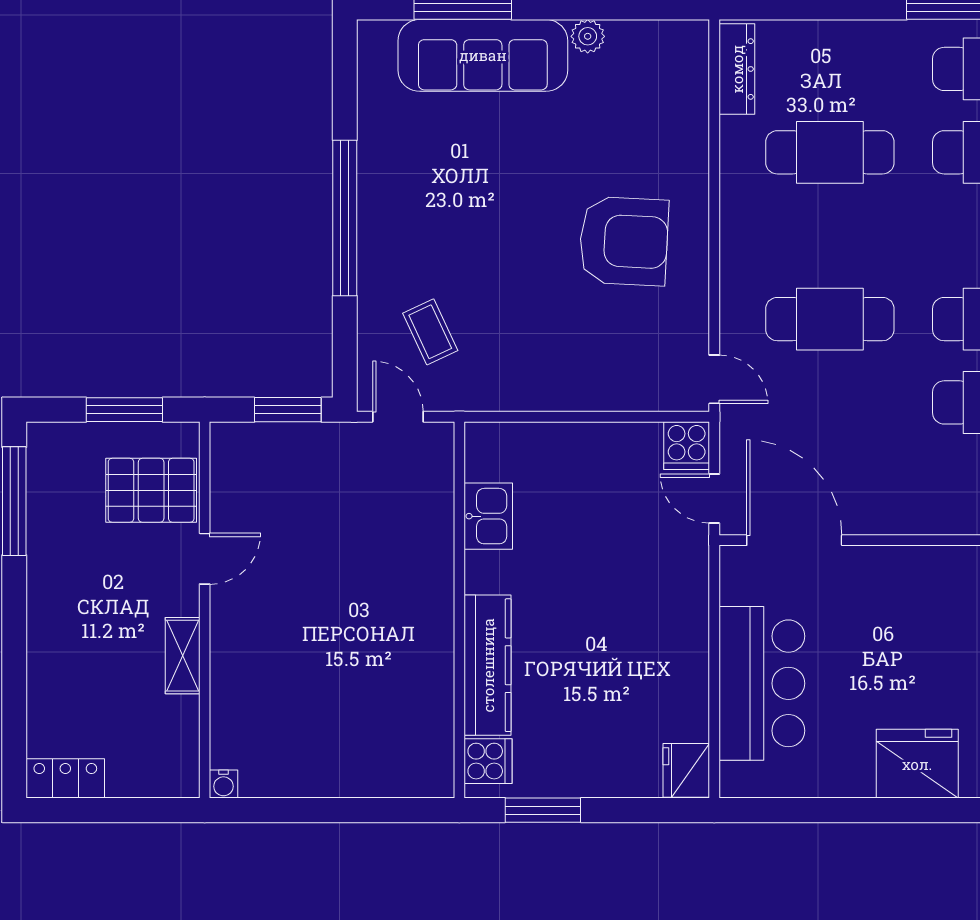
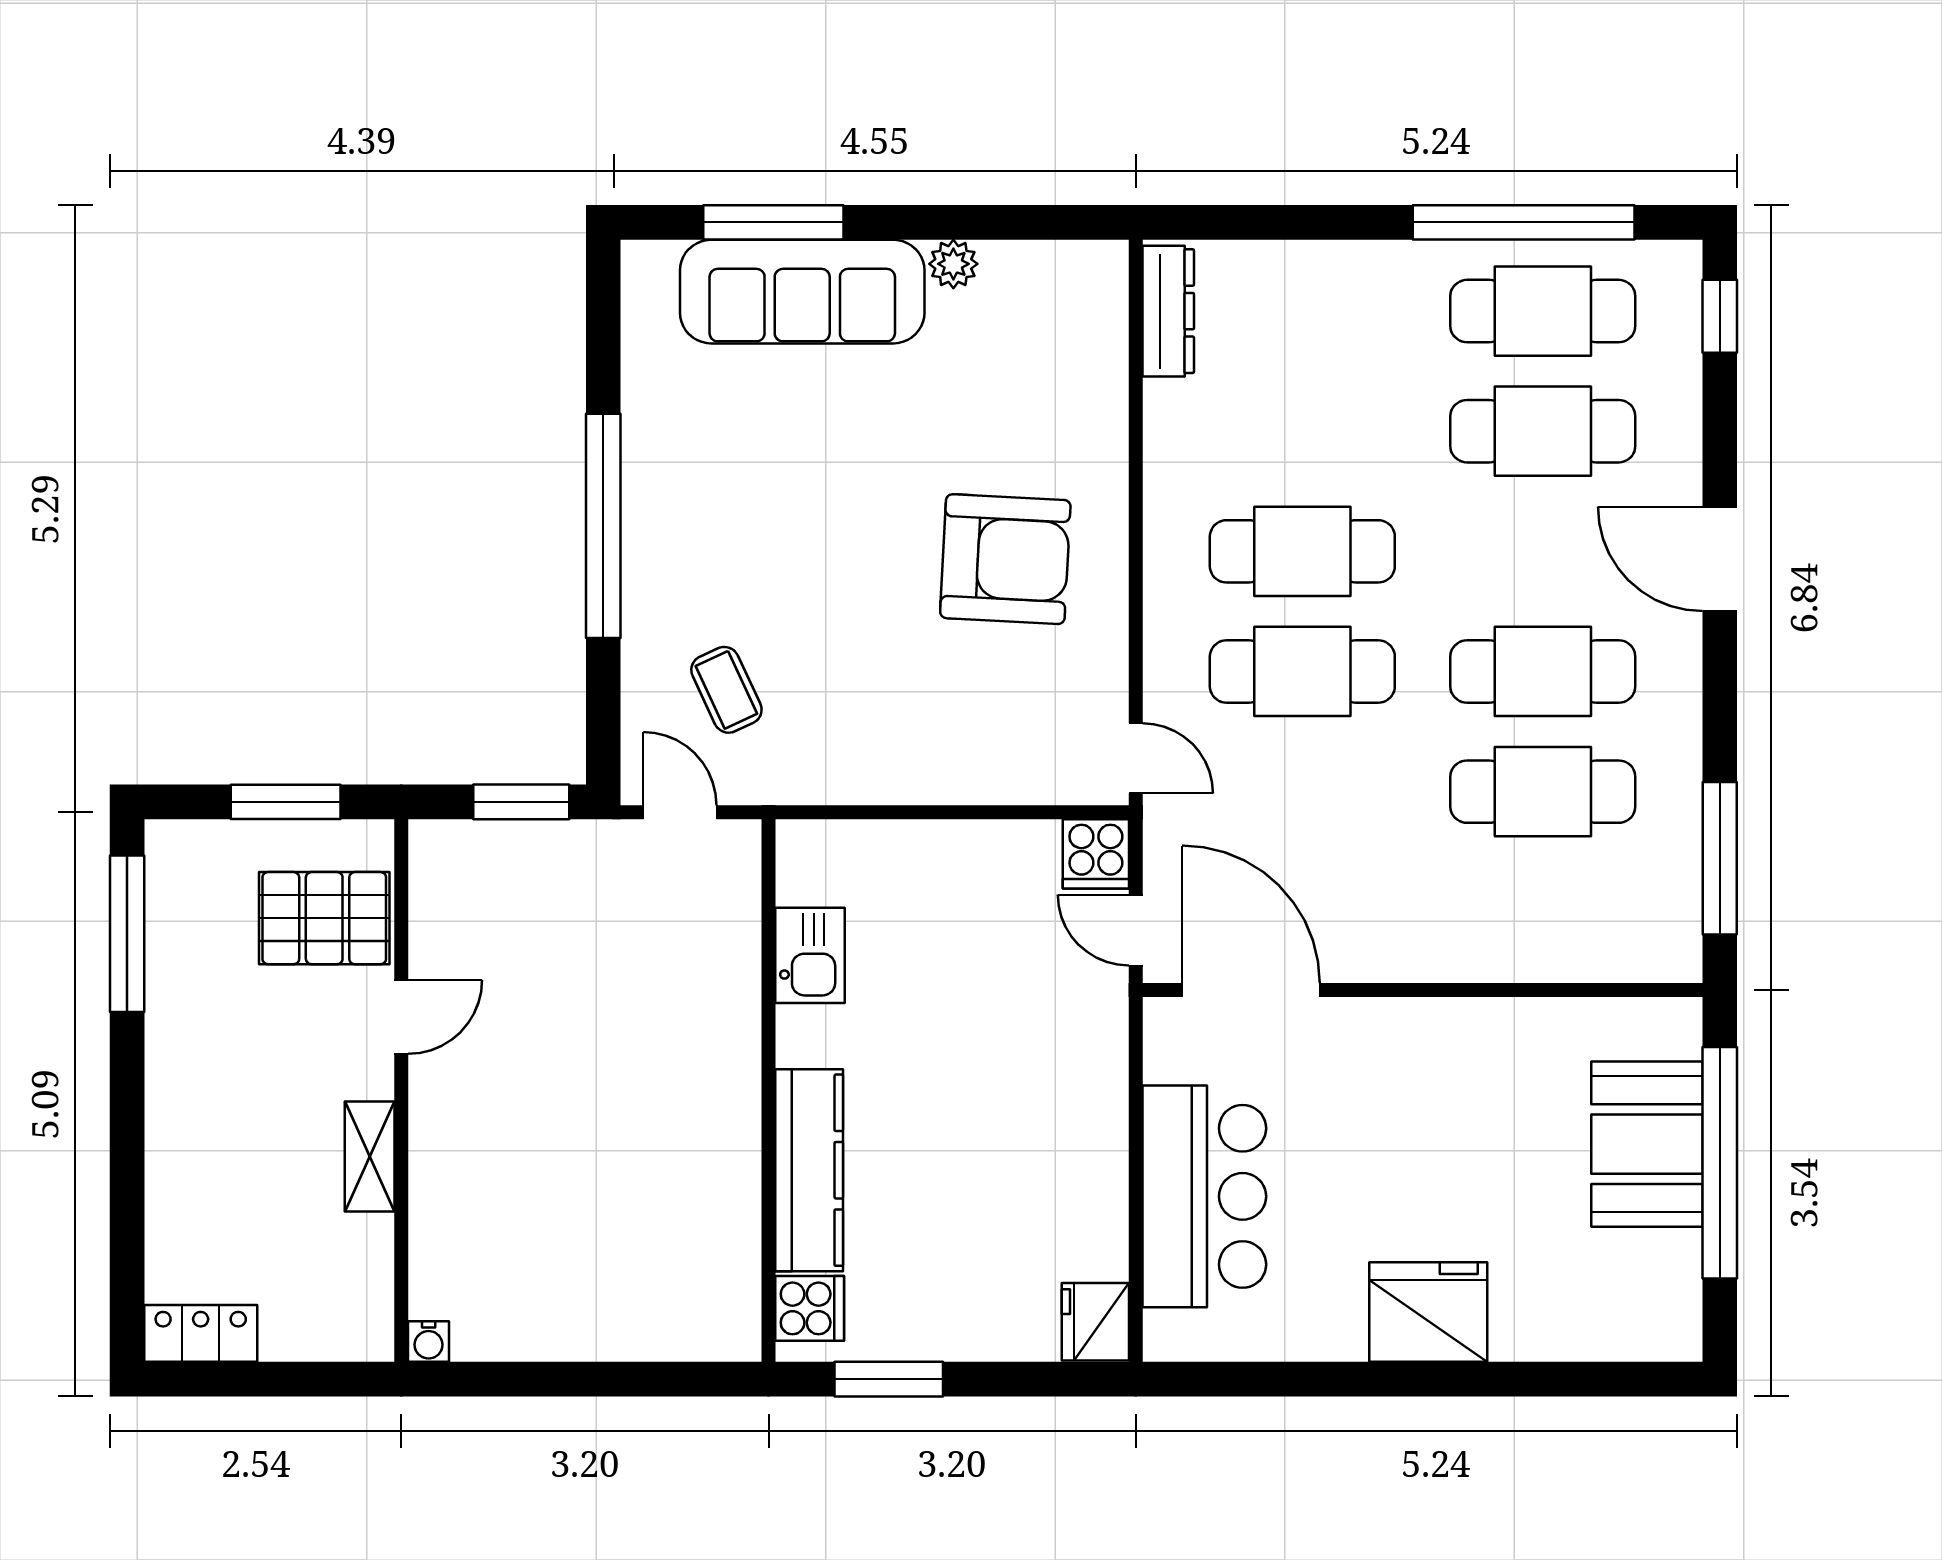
cafe table: (830, 152) -> (1302, 551), moved

